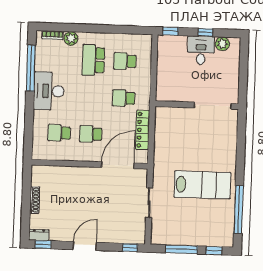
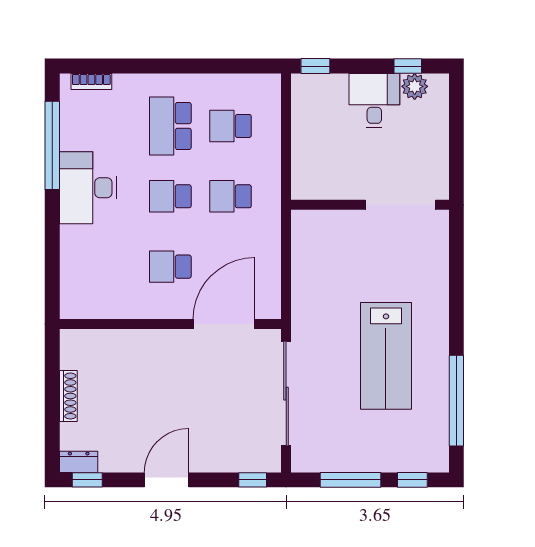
window: (205, 32) -> (408, 66), moved
plant: (71, 38) -> (127, 86), removed
locker: (143, 130) -> (269, 255), removed
school desk: (59, 133) -> (170, 196), moved
lab bench: (202, 185) -> (386, 356), turned 90
sliding door: (149, 203) -> (286, 394), width x1.86

